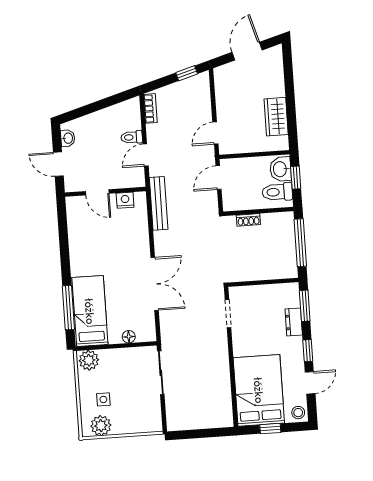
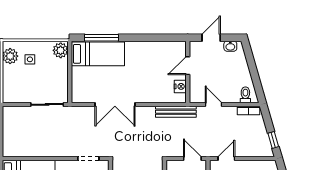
door: (215, 133) -> (226, 159), hinge flipped
toilet: (132, 137) -> (245, 95), moved
floor lamp: (129, 337) -> (76, 82), removed

